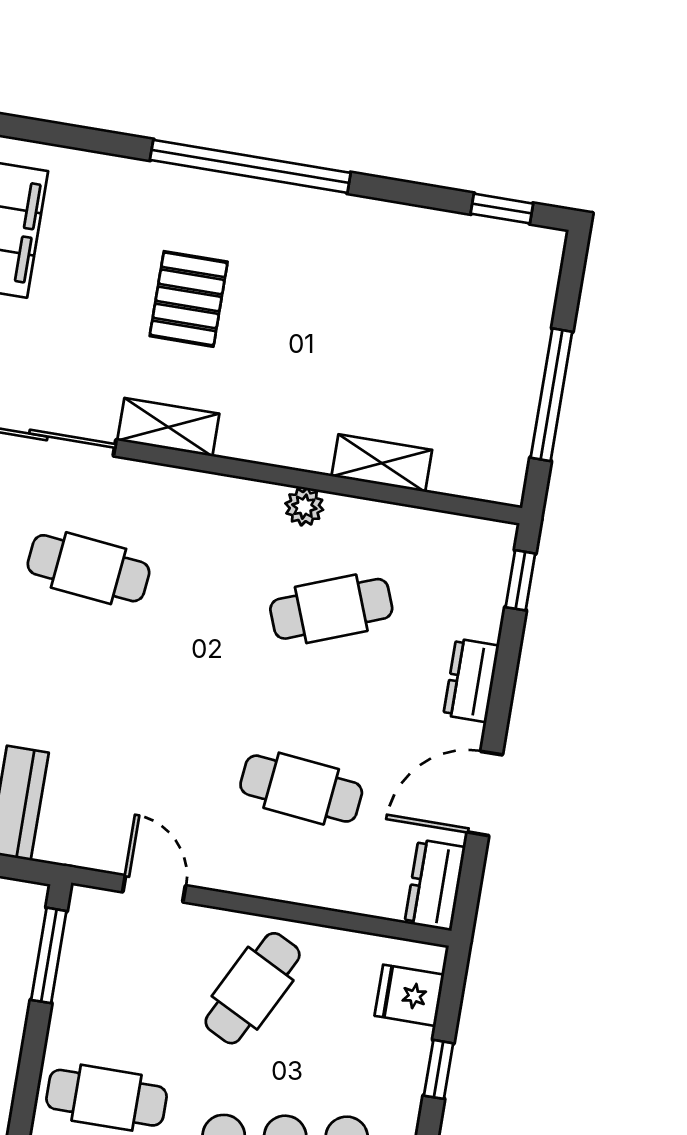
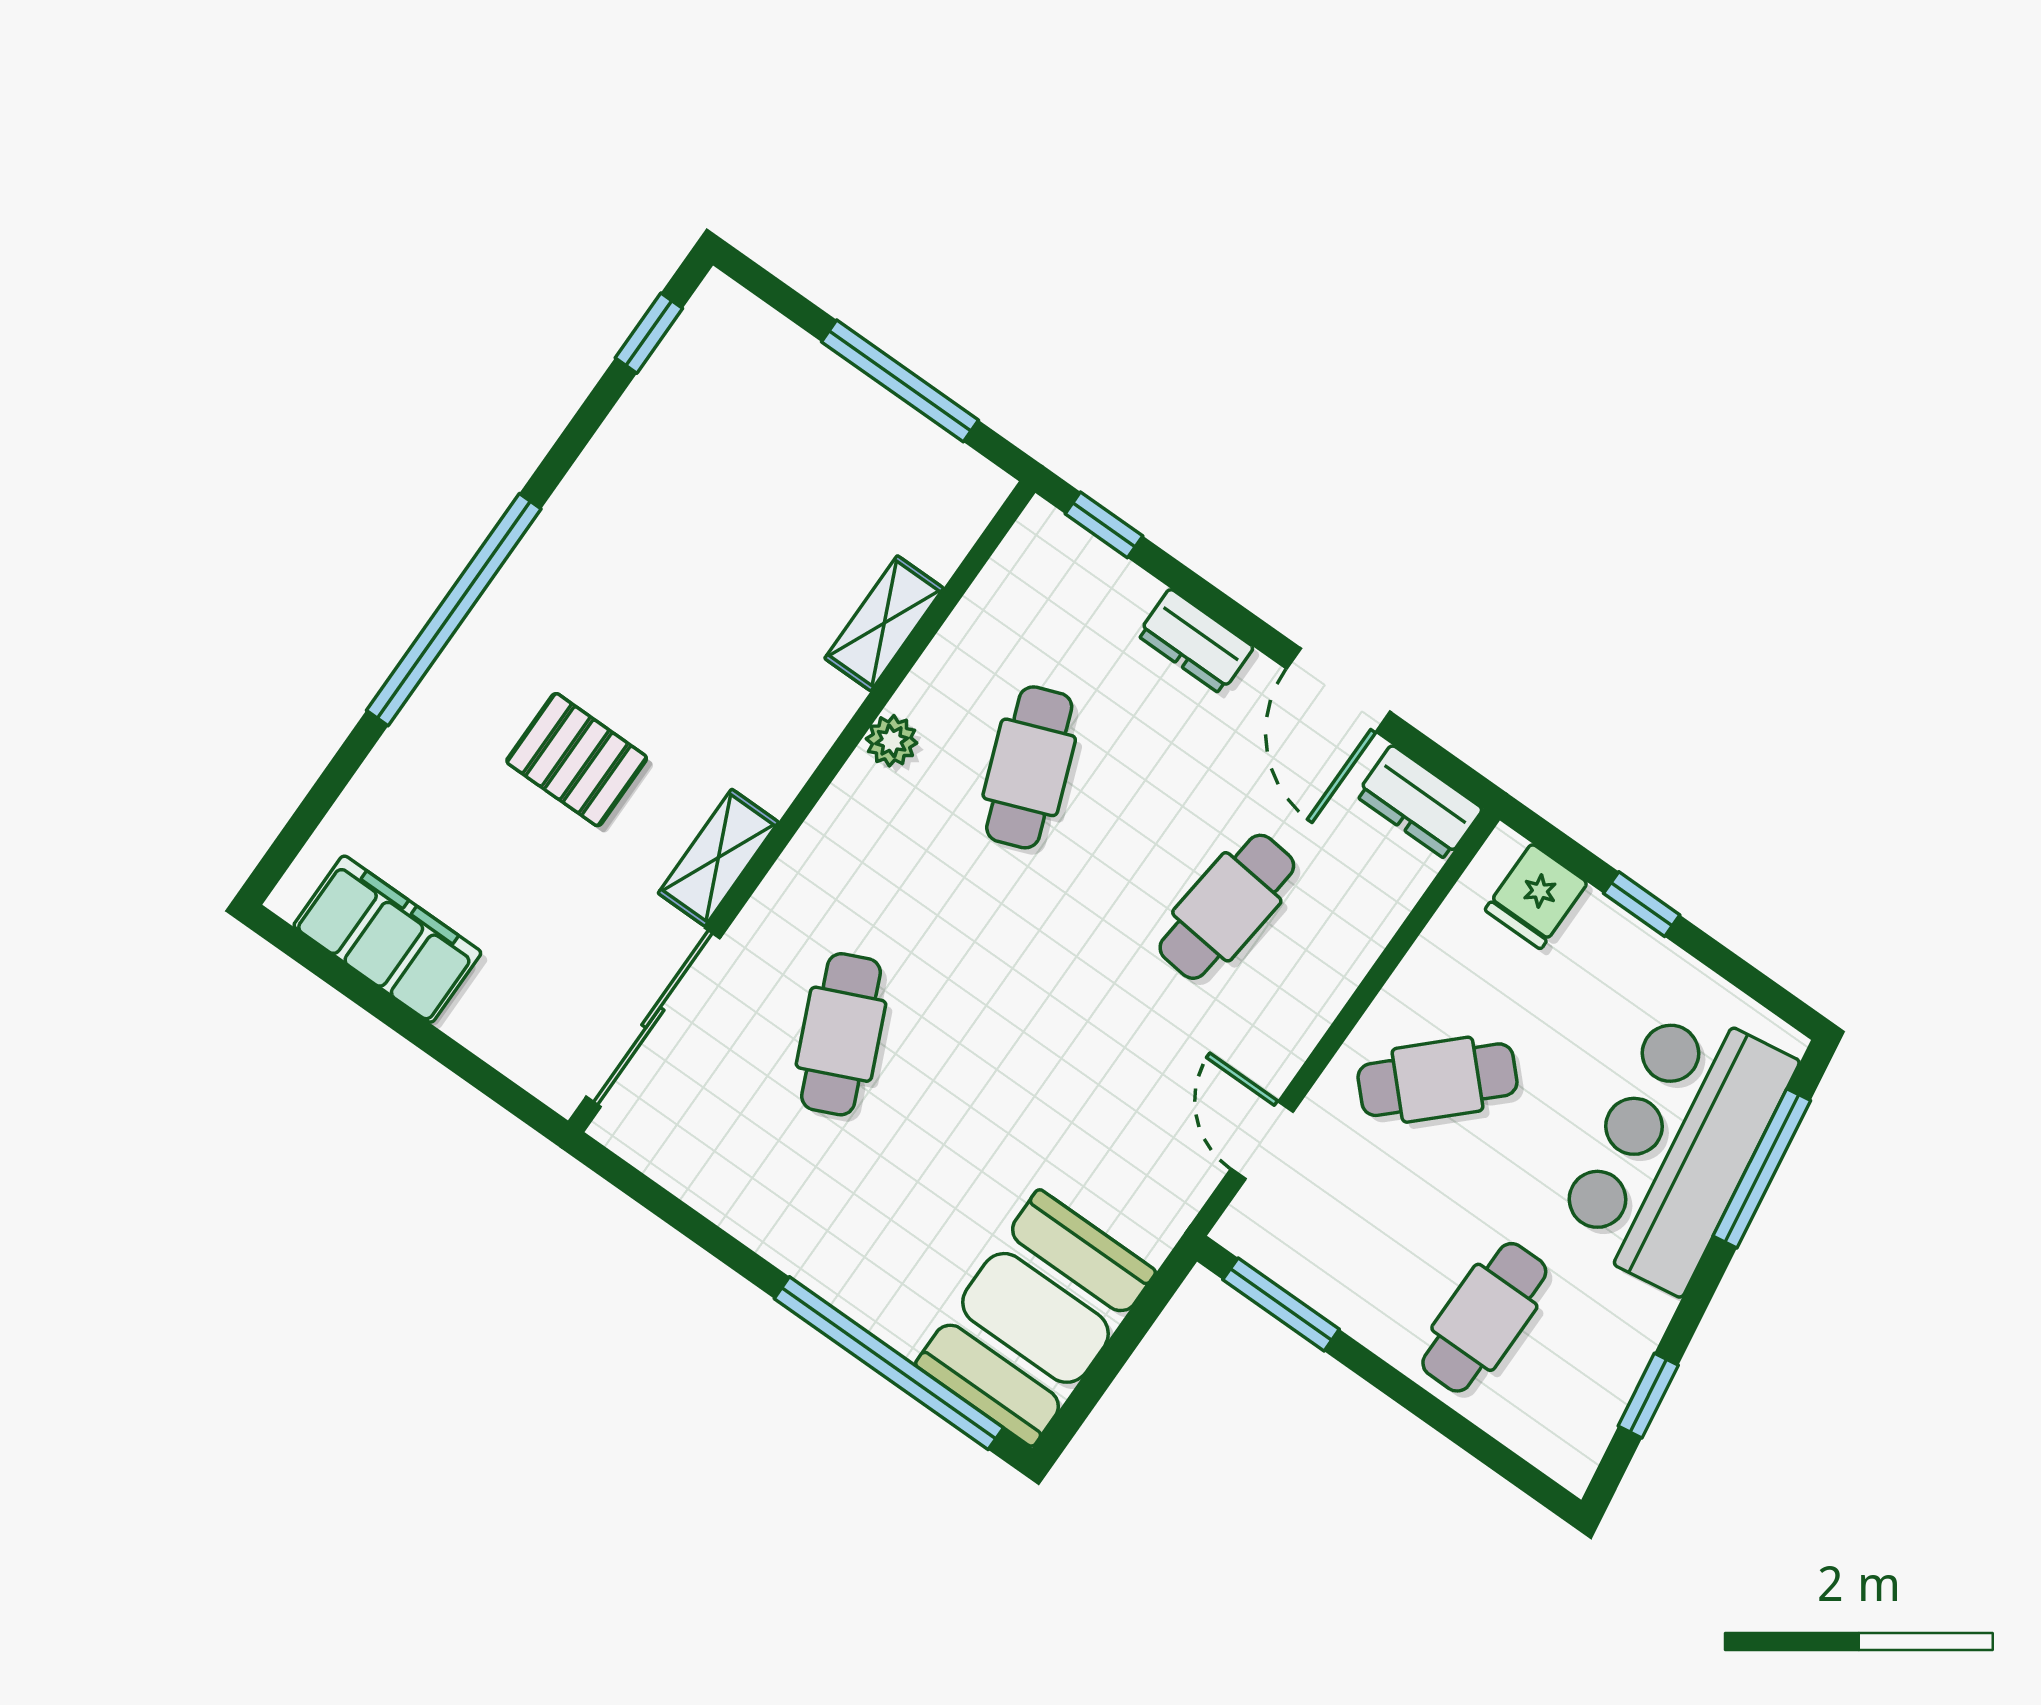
cafe table: (88, 568) -> (841, 1034), turned -30
door: (154, 889) -> (1262, 1140), hinge flipped
cafe table: (253, 988) -> (1437, 1080), turned -71

